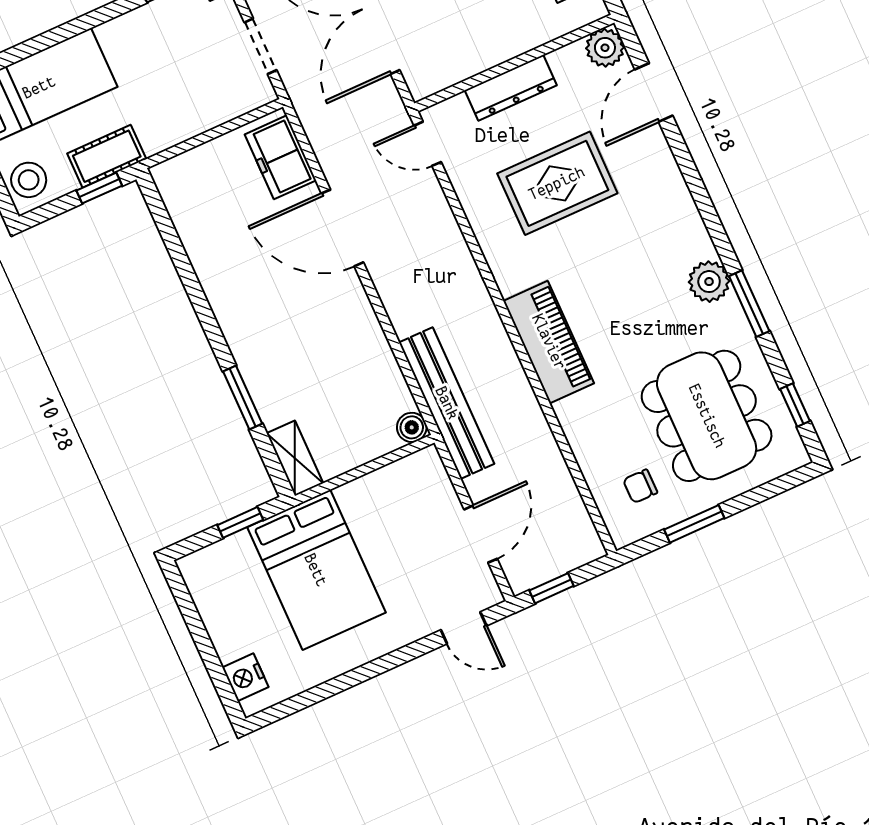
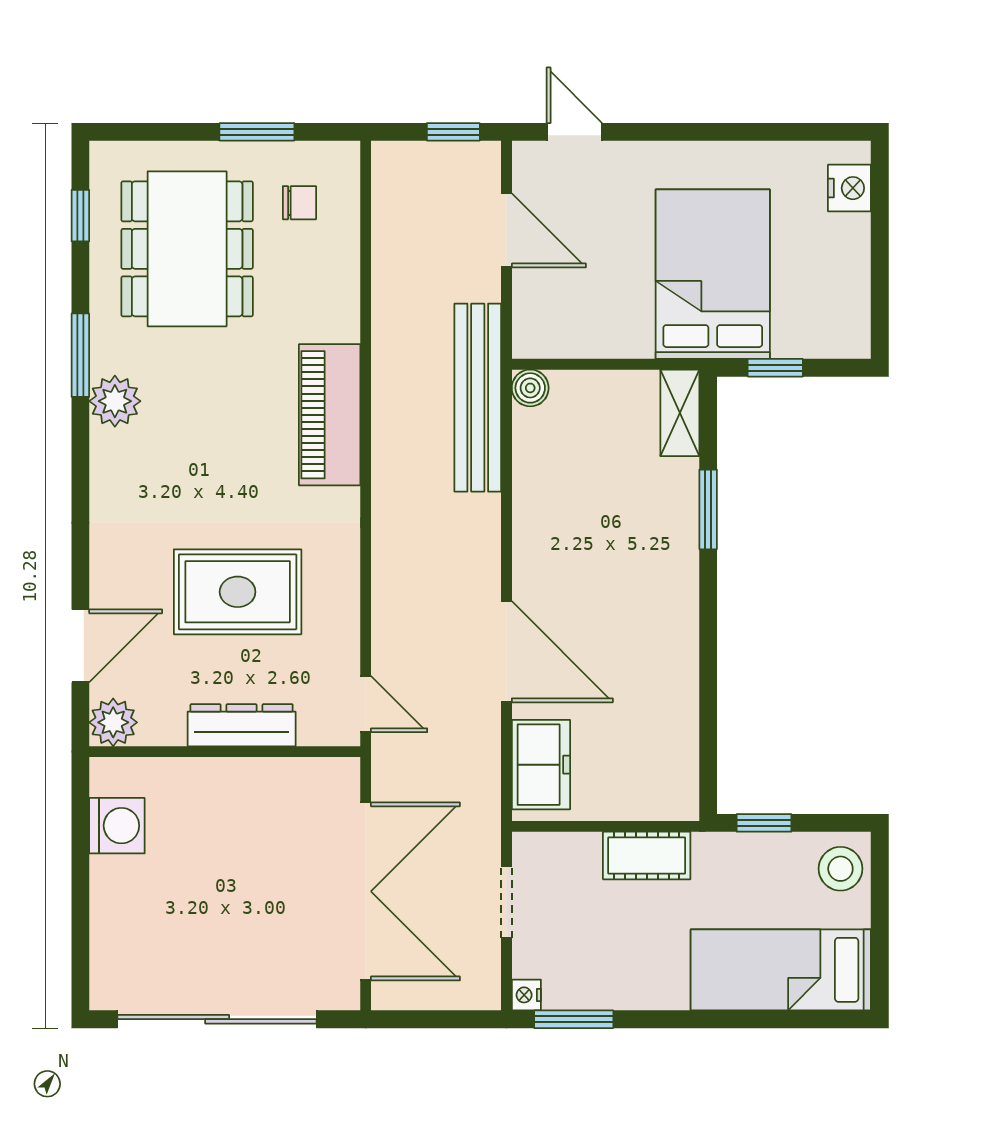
cot: (107, 156) -> (647, 855), moved
door: (481, 534) -> (506, 230), swing flipped

